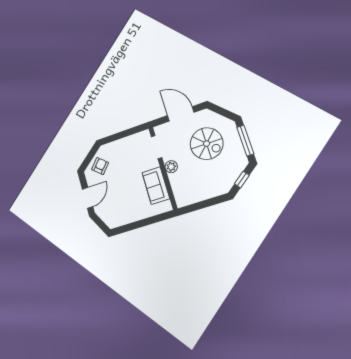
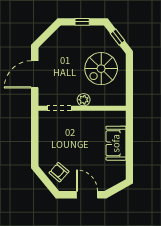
window: (245, 140) -> (82, 22), width x0.46
spiral stairs: (207, 144) -> (101, 69), moved, turned 180
sofa: (156, 186) -> (116, 143), moved, turned 90

